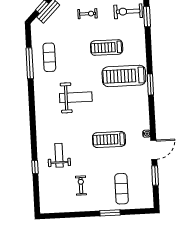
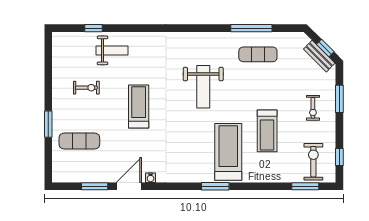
treadmill: (107, 48) -> (267, 131), turned 180
treadmill: (109, 140) -> (139, 106), moved
door: (154, 150) -> (129, 186), swing flipped
weight bench: (59, 155) -> (112, 50), moved
window: (35, 167) -> (94, 28), moved

